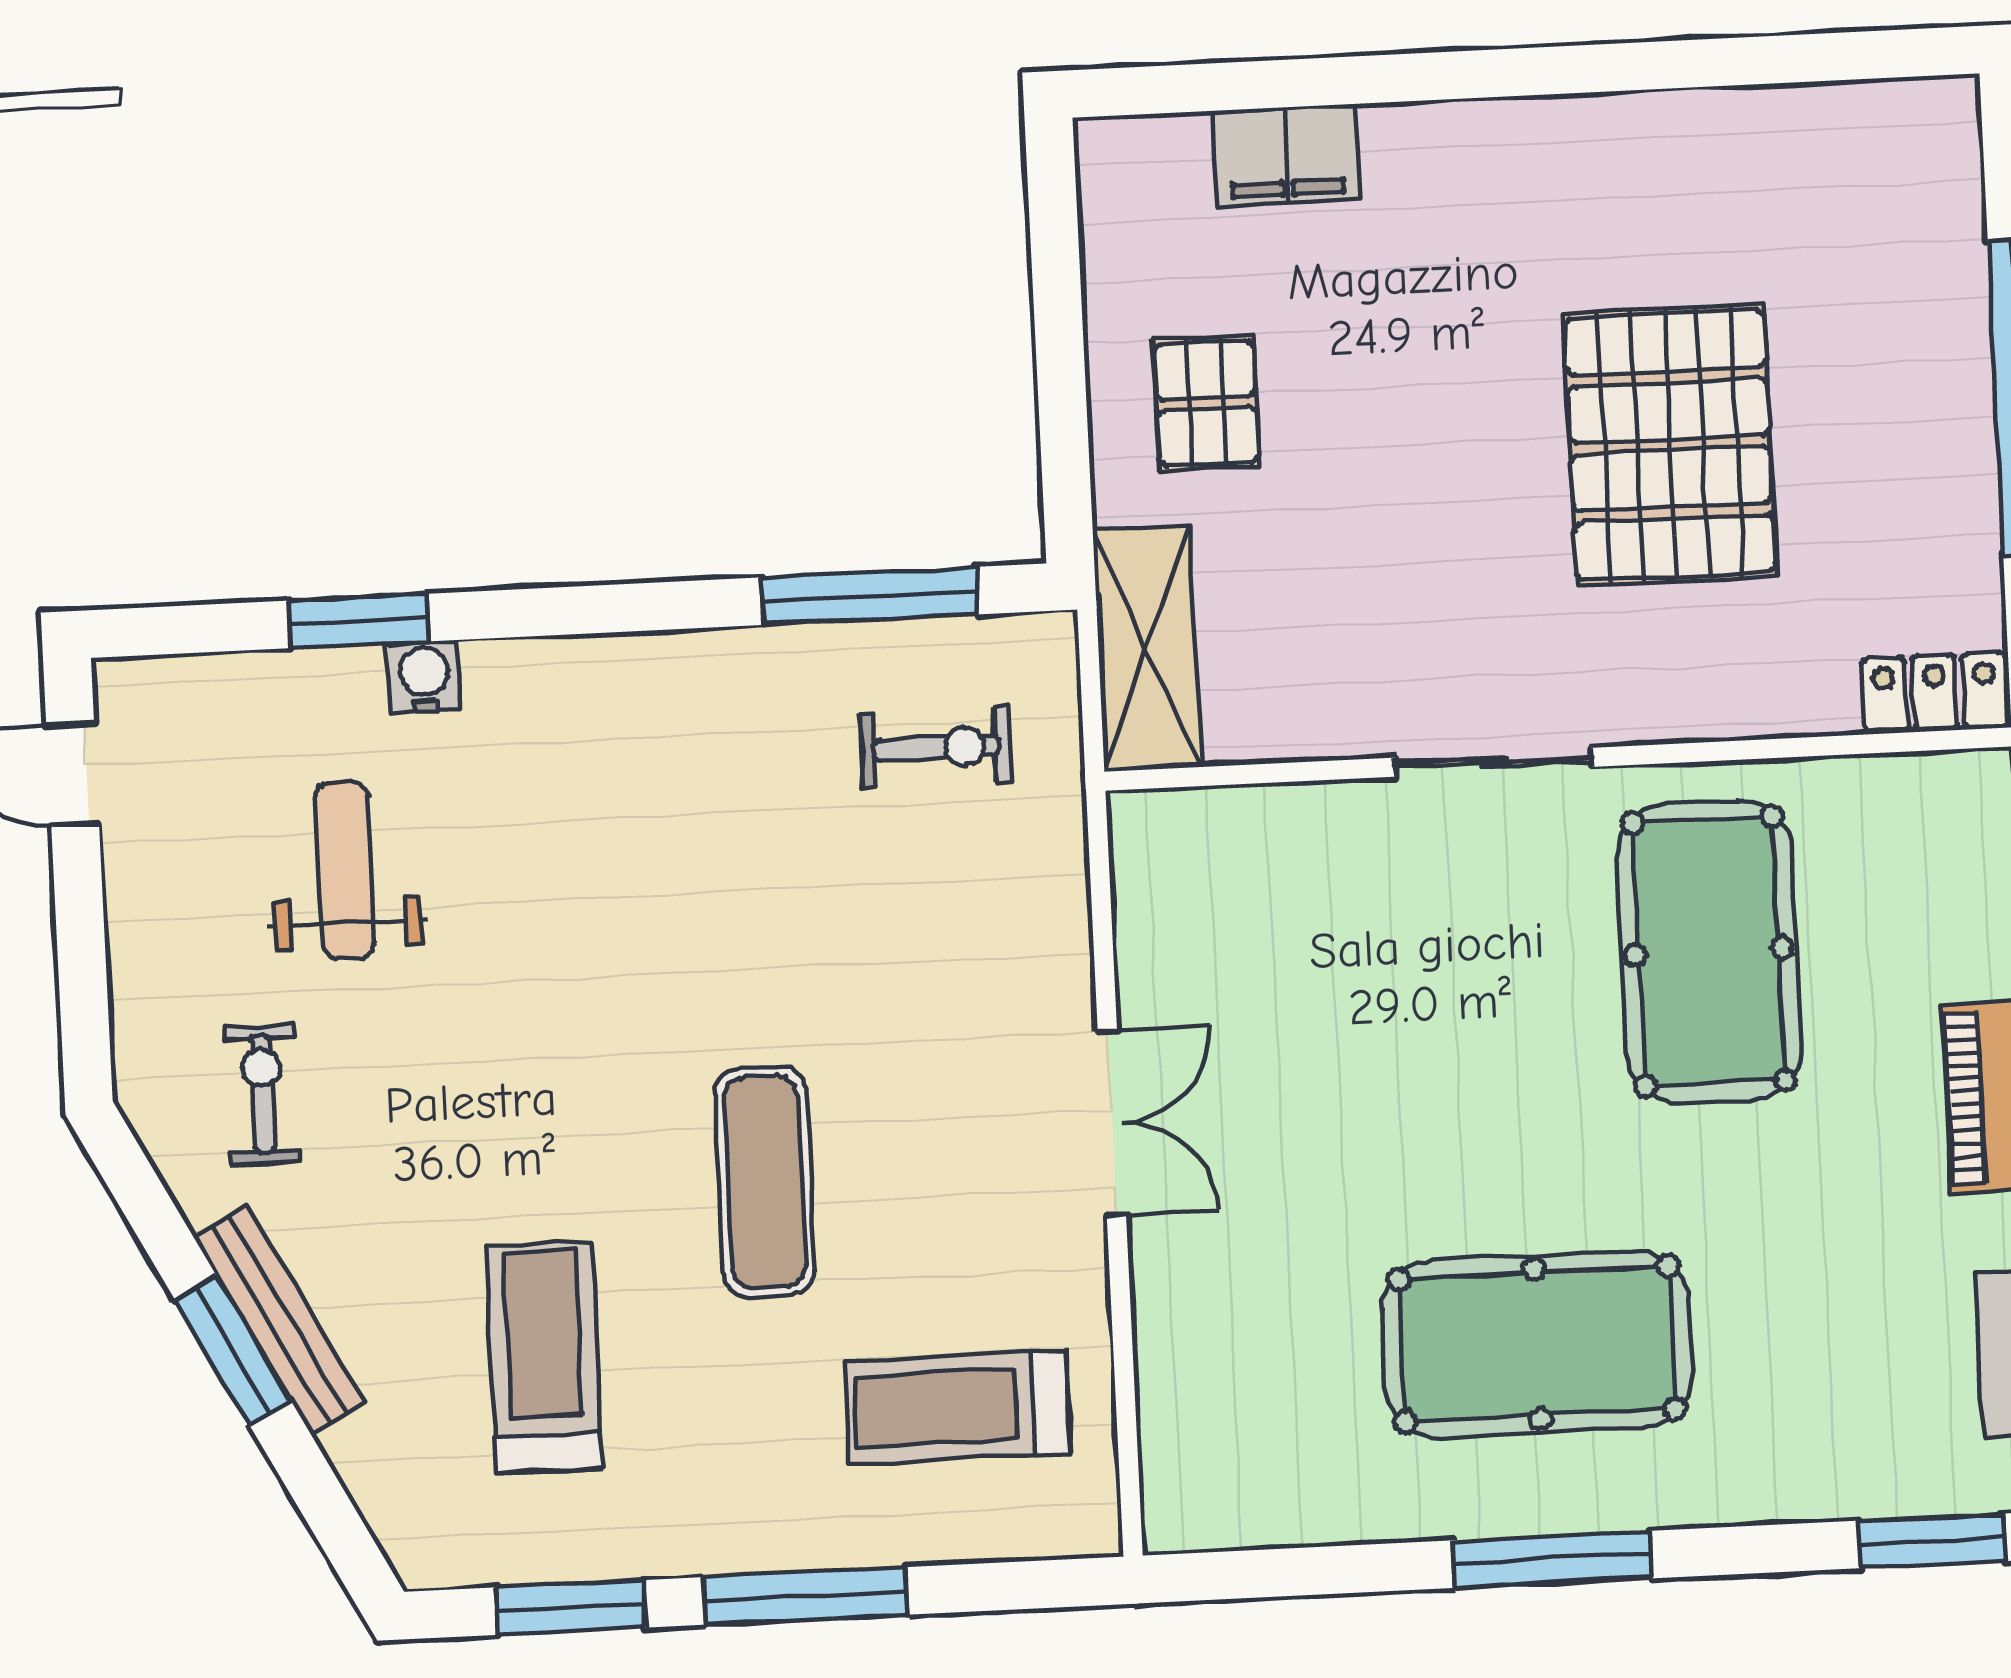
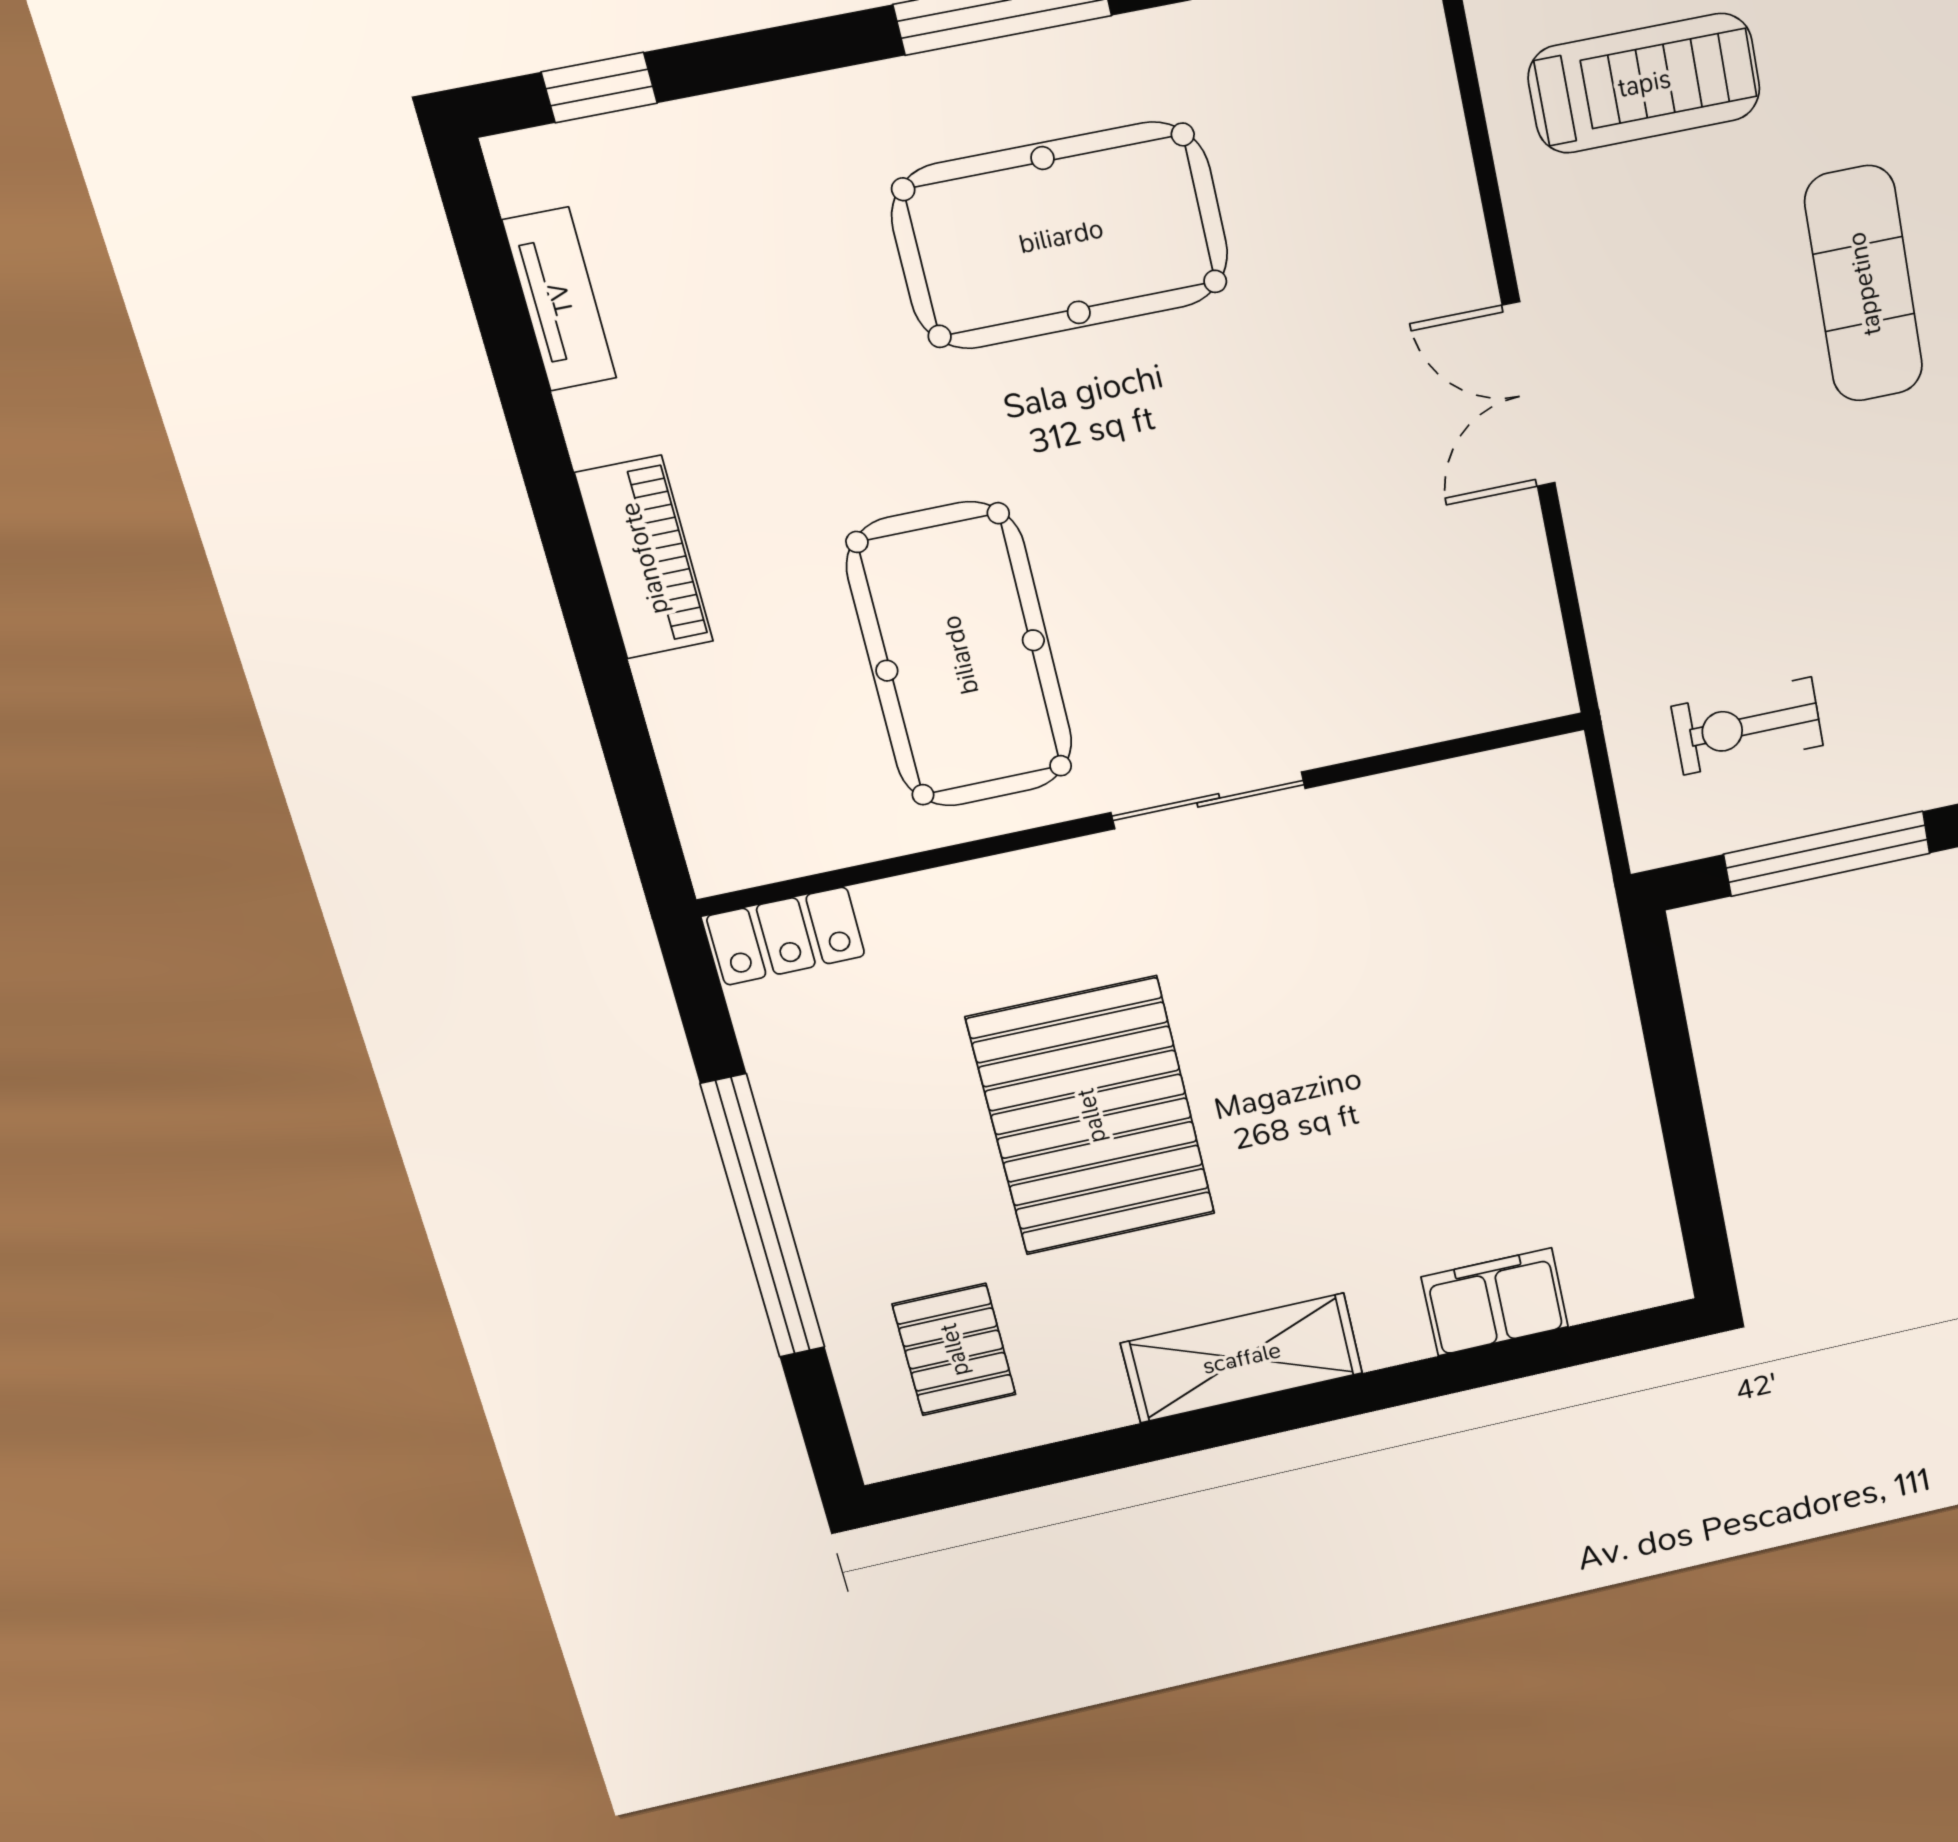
pallet: (1206, 403) -> (954, 1350), moved
shelving: (1147, 648) -> (1242, 1358), moved, turned 90
window: (1932, 1541) -> (599, 88), width x0.67

